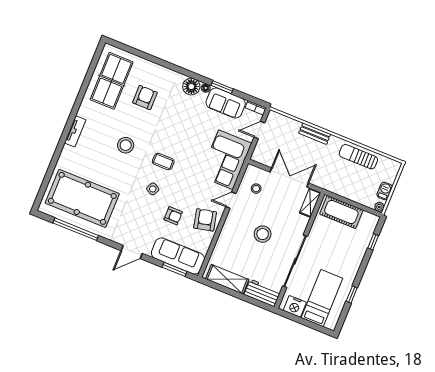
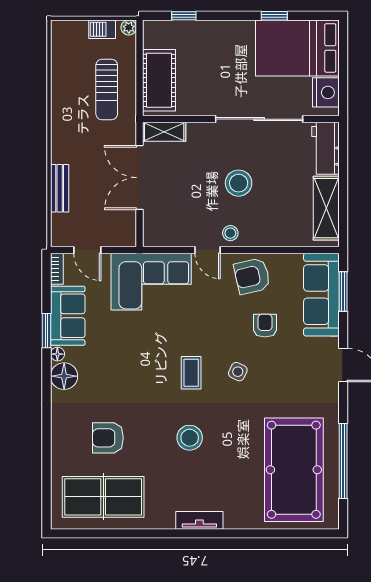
bench: (315, 134) -> (60, 188), moved
sun lounger: (358, 157) -> (107, 89), moved
stool: (256, 189) -> (230, 233), moved
bed: (322, 298) -> (297, 48), width x1.50

